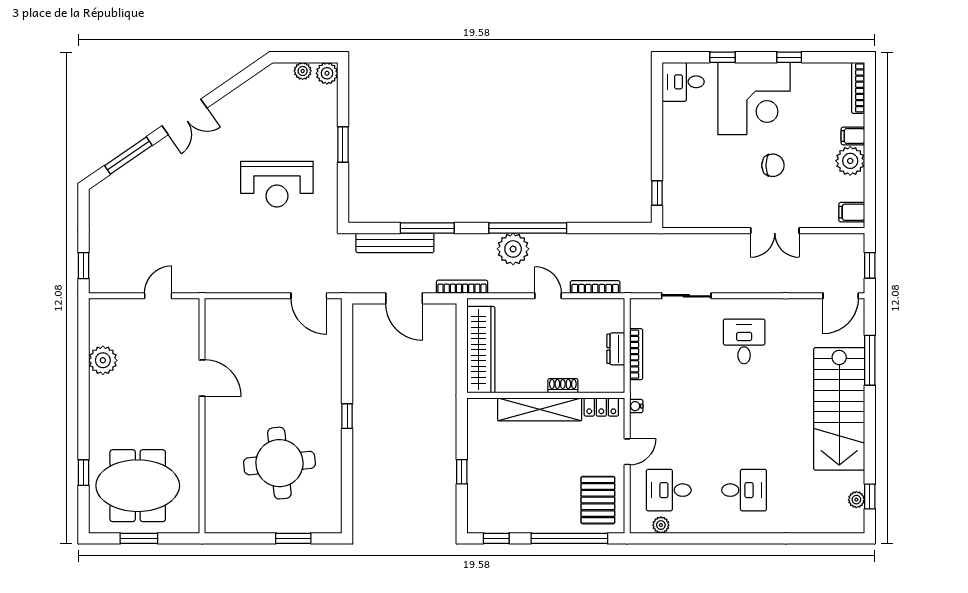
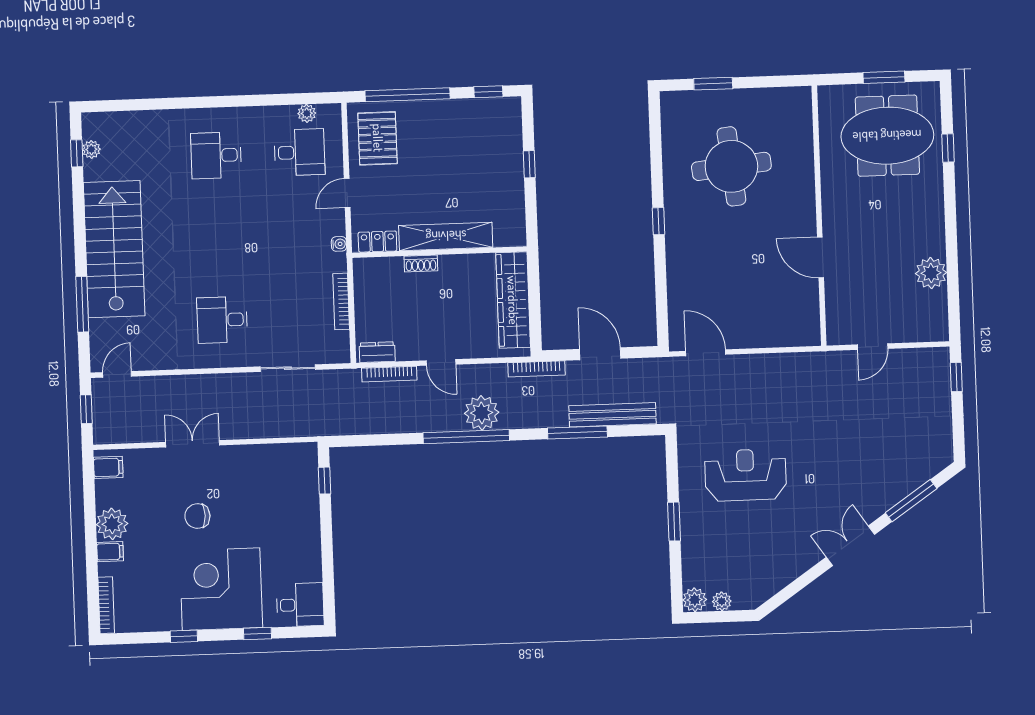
door: (841, 296) -> (117, 374), width x0.73
desk: (744, 341) -> (222, 320), turned 90
dresser: (616, 349) -> (377, 352), moved, turned -90

